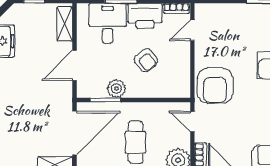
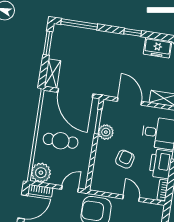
door: (192, 30) -> (131, 198), moved
armchair: (146, 60) -> (125, 159), turned 144

